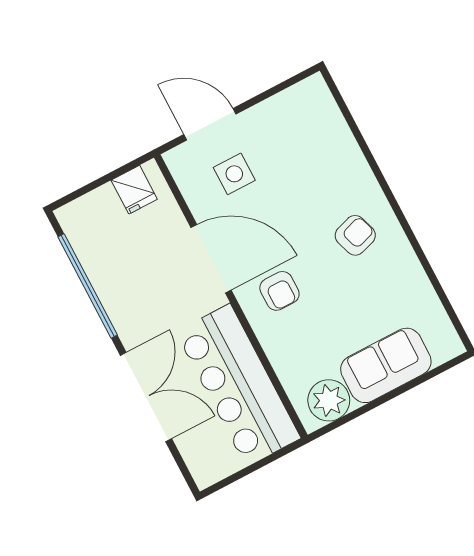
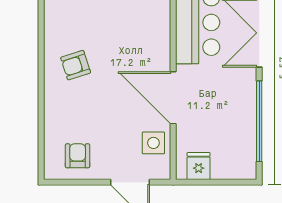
side table: (234, 174) -> (153, 143), moved
armchair: (279, 291) -> (78, 156), moved

